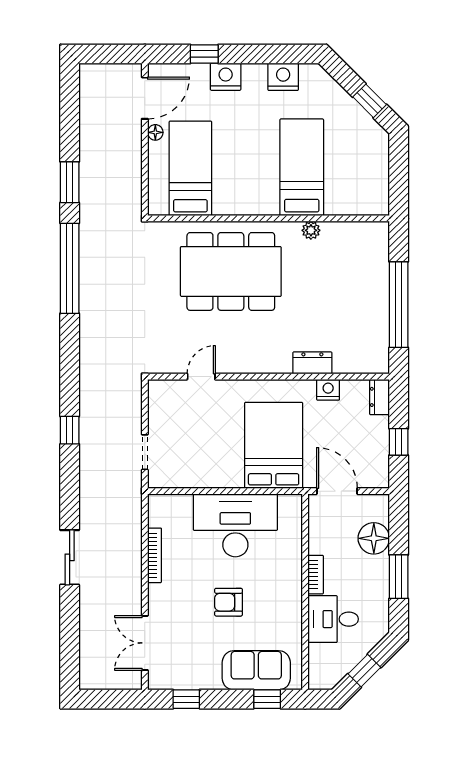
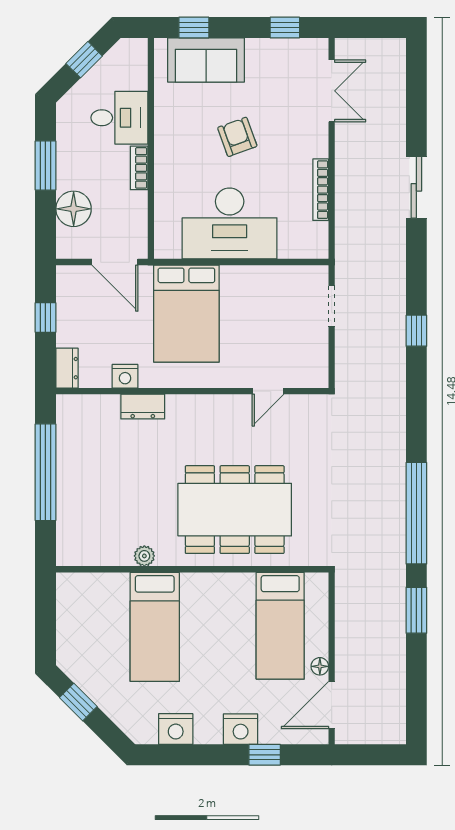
armchair: (228, 602) -> (237, 137), turned -110

